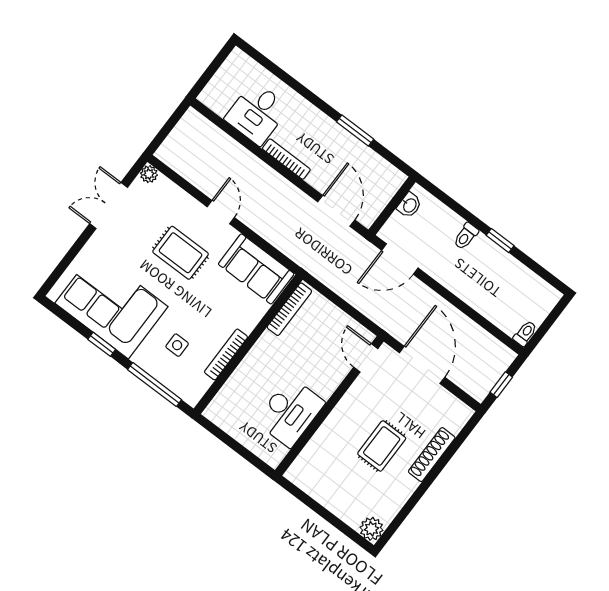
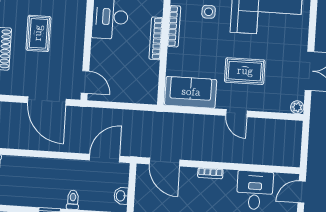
door: (206, 77) -> (302, 192), added
bookcase: (286, 159) -> (210, 173), width x0.64
bookcase: (289, 309) -> (156, 38), moved

